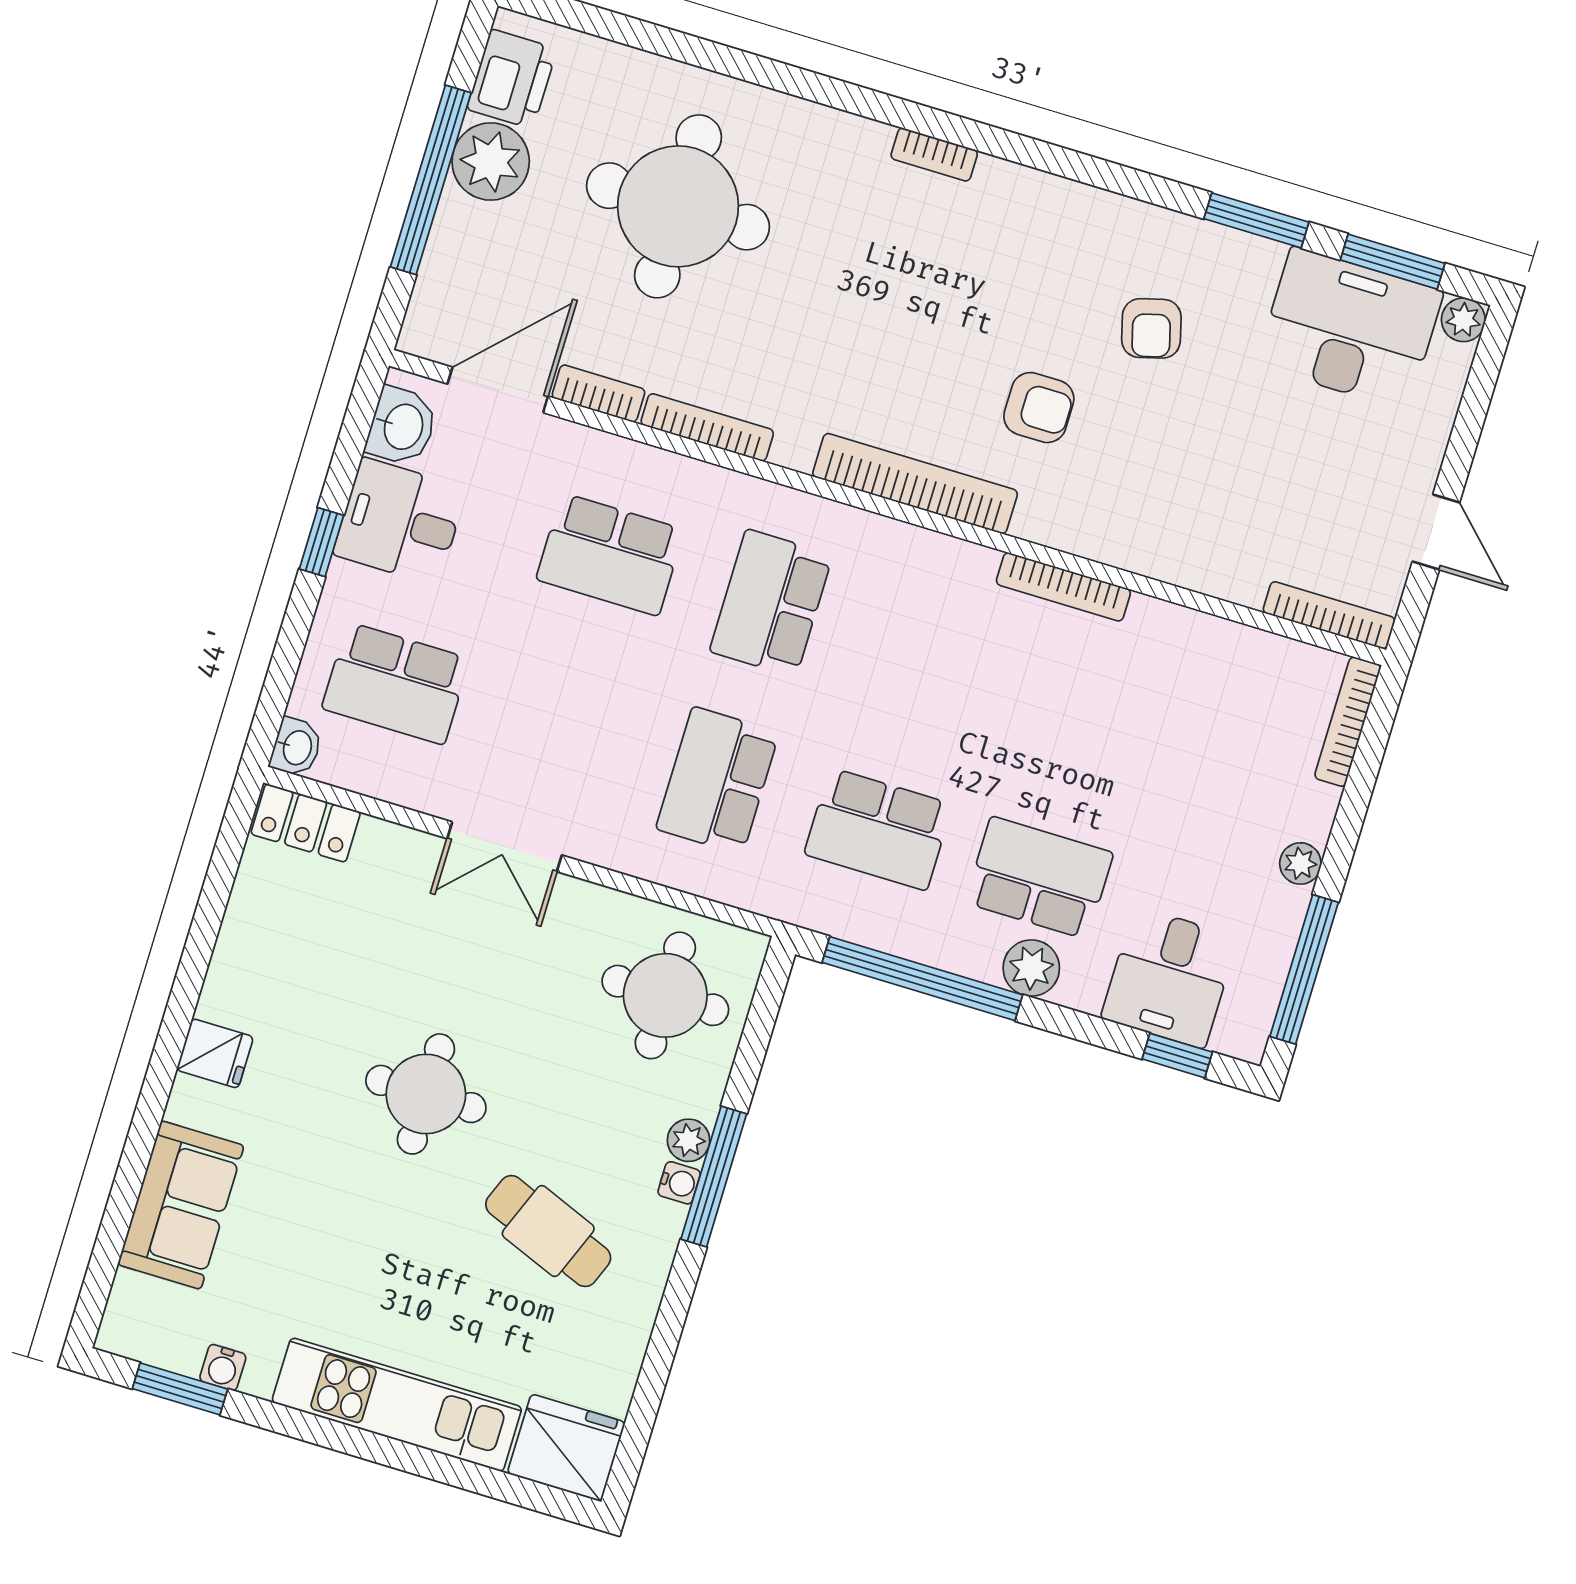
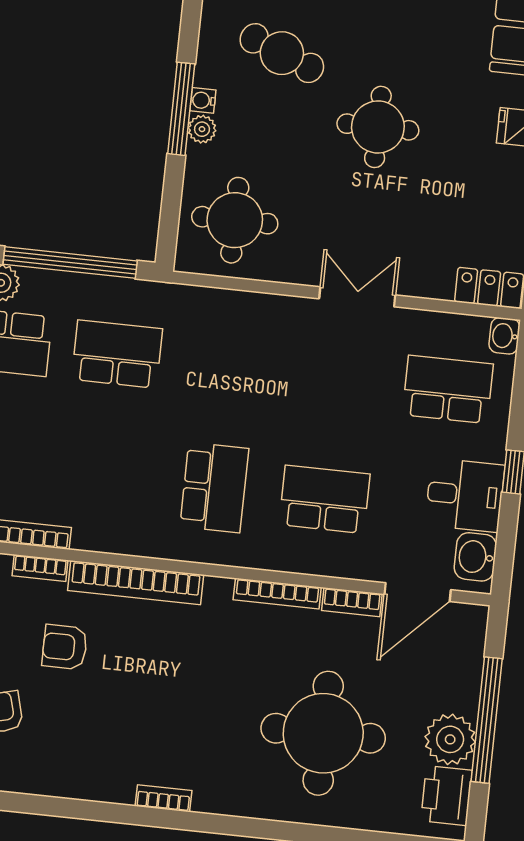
bookcase: (1053, 532) -> (40, 568), added
school desk: (717, 781) -> (227, 366), removed

